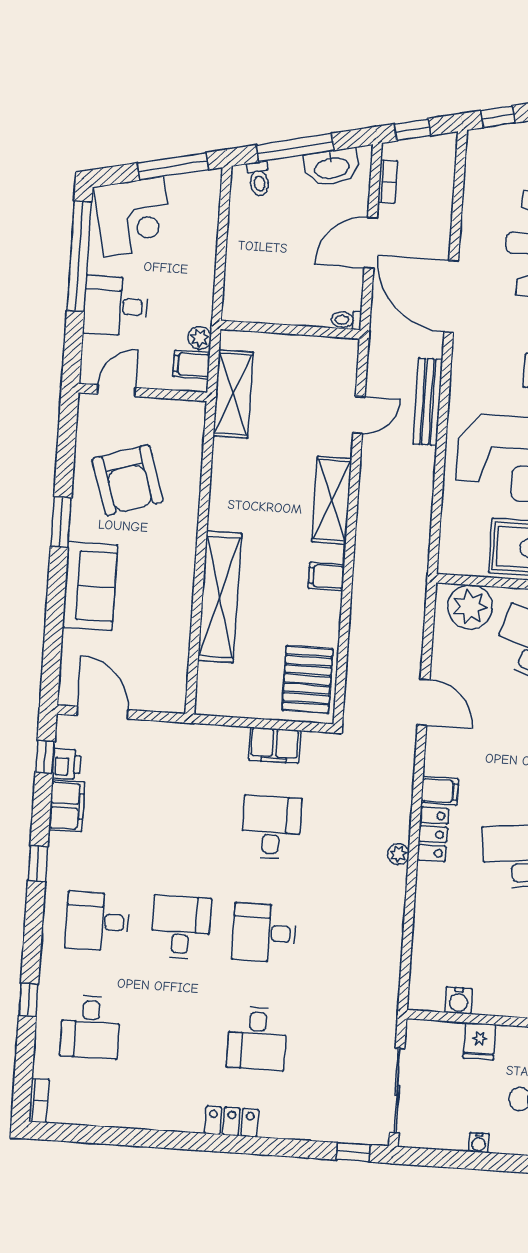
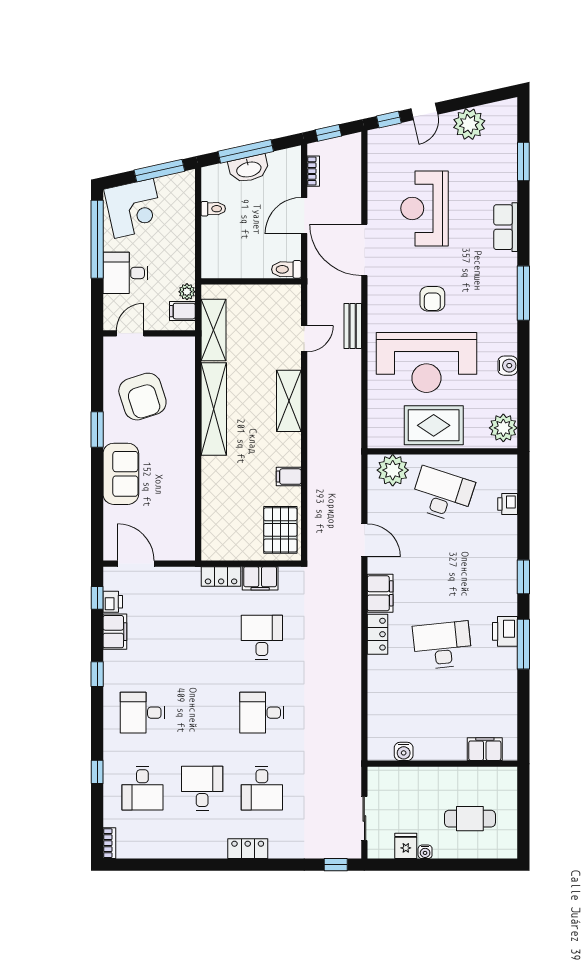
washbasin: (332, 167) -> (249, 169), moved
toilet: (259, 179) -> (213, 209), moved, turned -77
toilet: (346, 320) -> (286, 269), width x1.37, depth x1.39
bench: (428, 402) -> (353, 326), width x0.73
filing cabinet: (326, 576) -> (289, 477), moved
shelving: (220, 597) -> (214, 409), moved
locker: (220, 739) -> (221, 576), added
filing cabinet: (440, 791) -> (380, 593), width x2.00
plant: (398, 854) -> (354, 650), removed
desk: (181, 927) -> (202, 788), moved
fridge: (479, 1041) -> (406, 846), moved, turned 180
sliding door: (397, 1090) -> (364, 819), width x0.73

